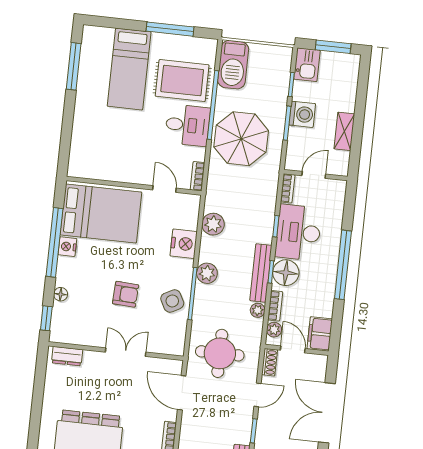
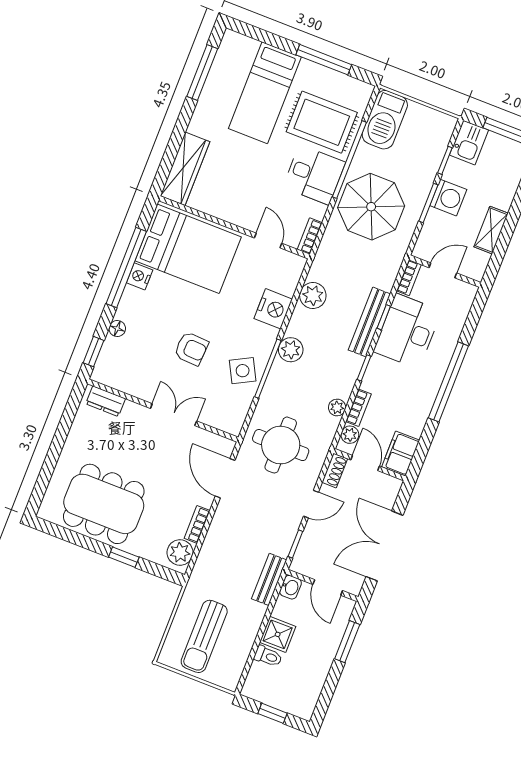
wardrobe: (81, 149) -> (185, 169), added
bench: (261, 273) -> (369, 322), moved
floor lamp: (286, 273) -> (381, 373), removed

